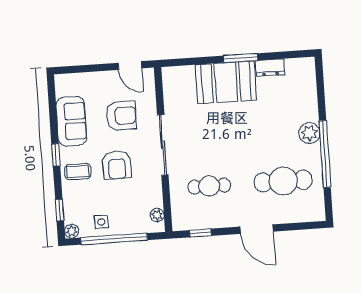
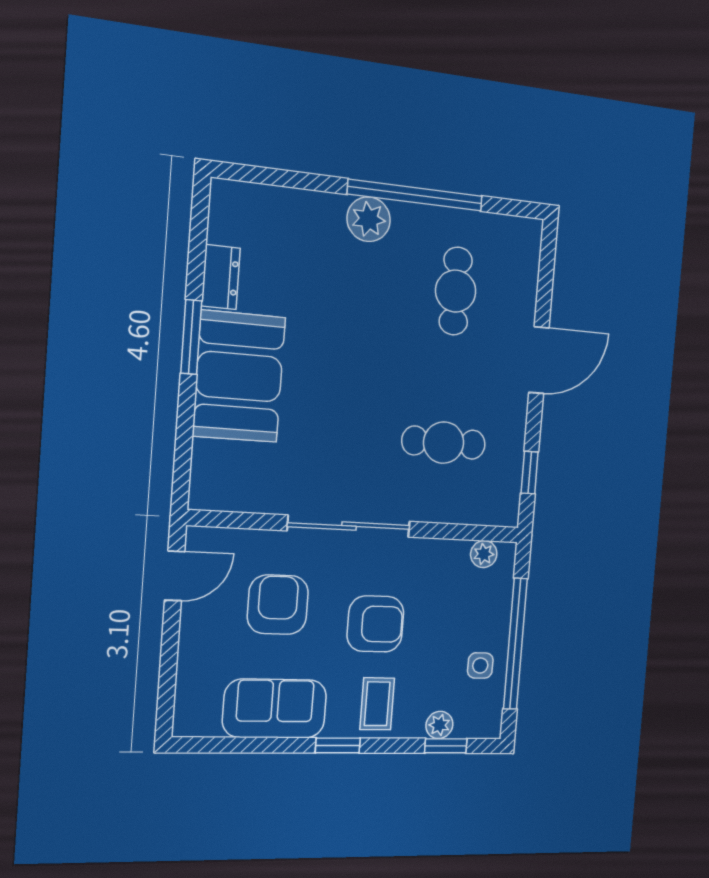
cafe table: (283, 181) -> (456, 291), width x0.73, depth x0.74
cafe table: (209, 186) -> (444, 443), turned 90
plant: (72, 231) -> (439, 725), moved

